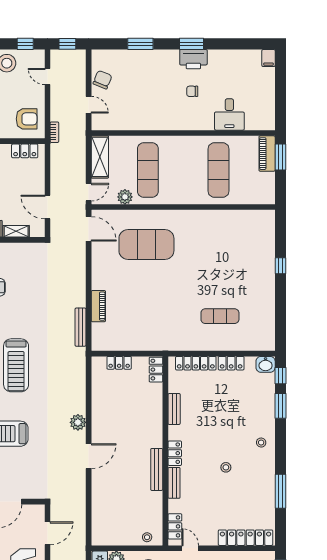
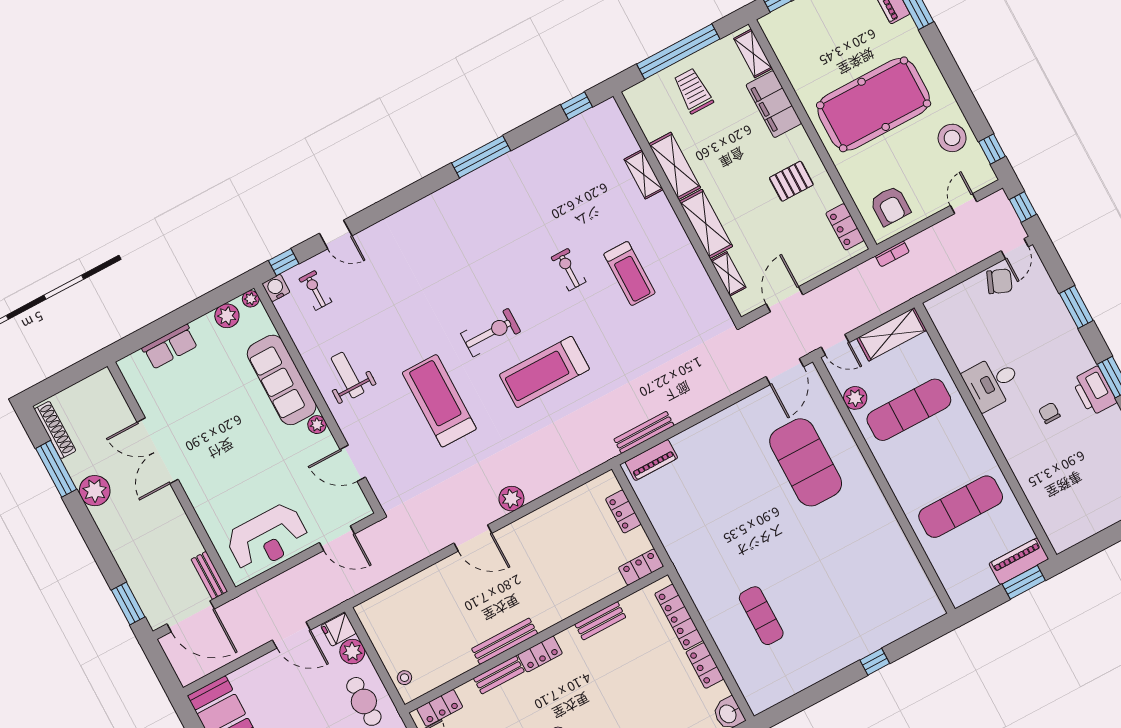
door: (89, 105) -> (1015, 249), moved
desk: (229, 114) -> (992, 382), moved
piano: (98, 306) -> (651, 460), moved

